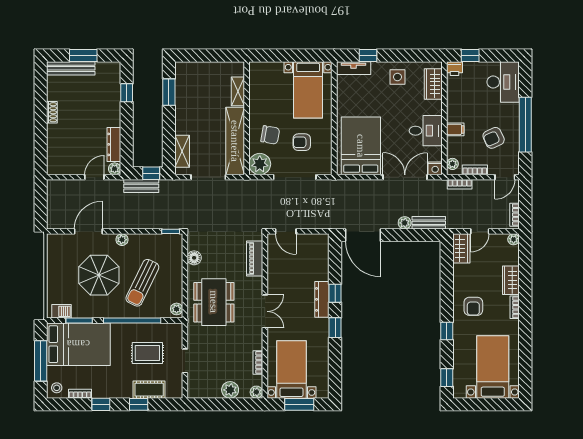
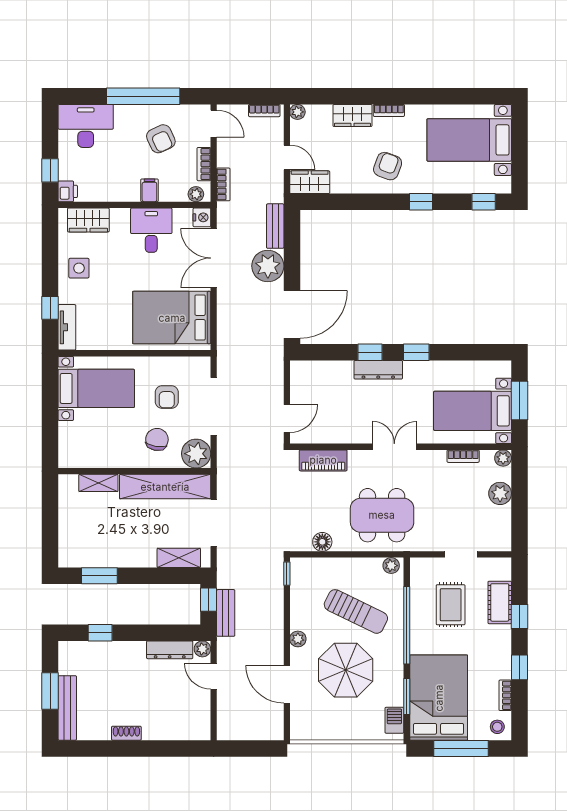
plant: (405, 223) -> (268, 266), width x1.88, depth x1.88
armchair: (473, 306) -> (388, 166), turned -70

